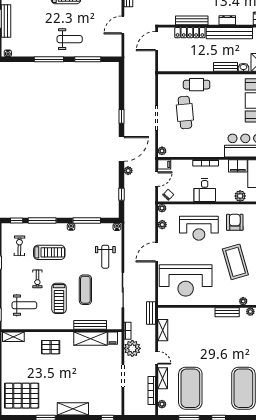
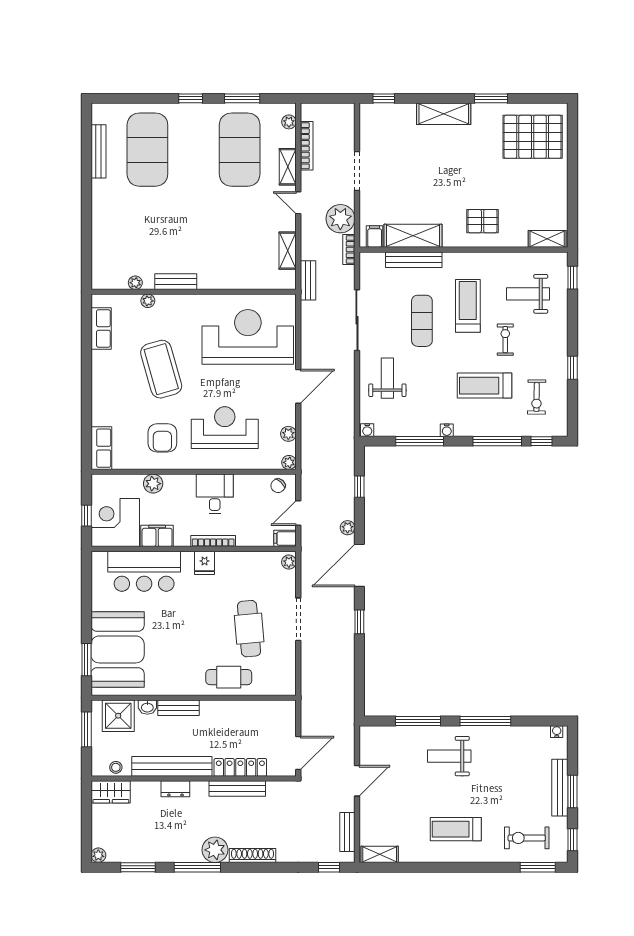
fridge: (211, 150) -> (205, 563), added

